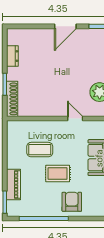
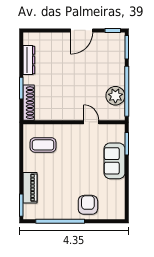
dresser: (12, 56) -> (29, 60), width x1.44
coffee table: (40, 150) -> (43, 145), moved
rug: (58, 174) -> (74, 177), removed

